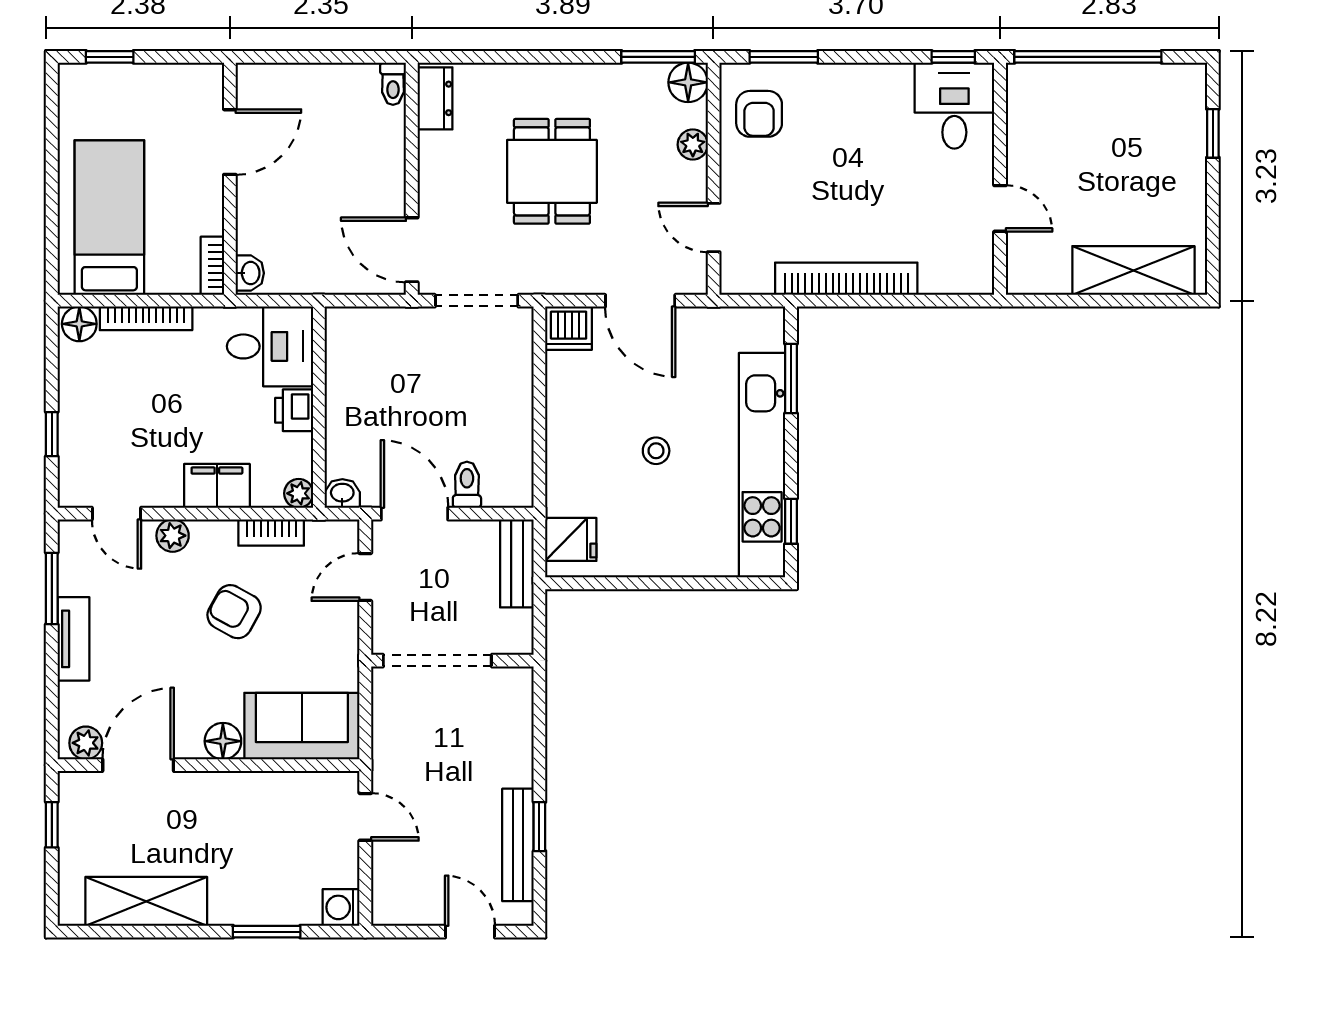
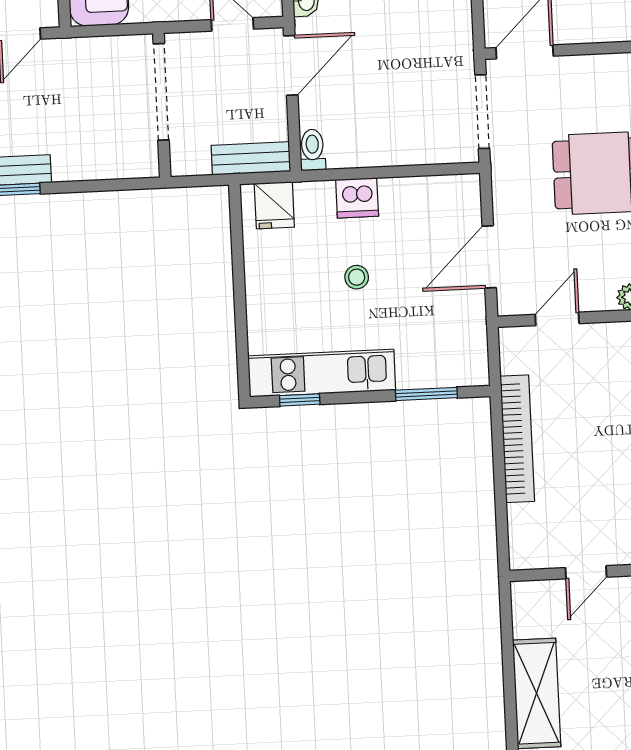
dishwasher: (569, 328) -> (357, 198), moved, turned -90
kitchen unit: (762, 465) -> (322, 373), width x0.73
toilet: (467, 485) -> (312, 150), moved, turned -90

